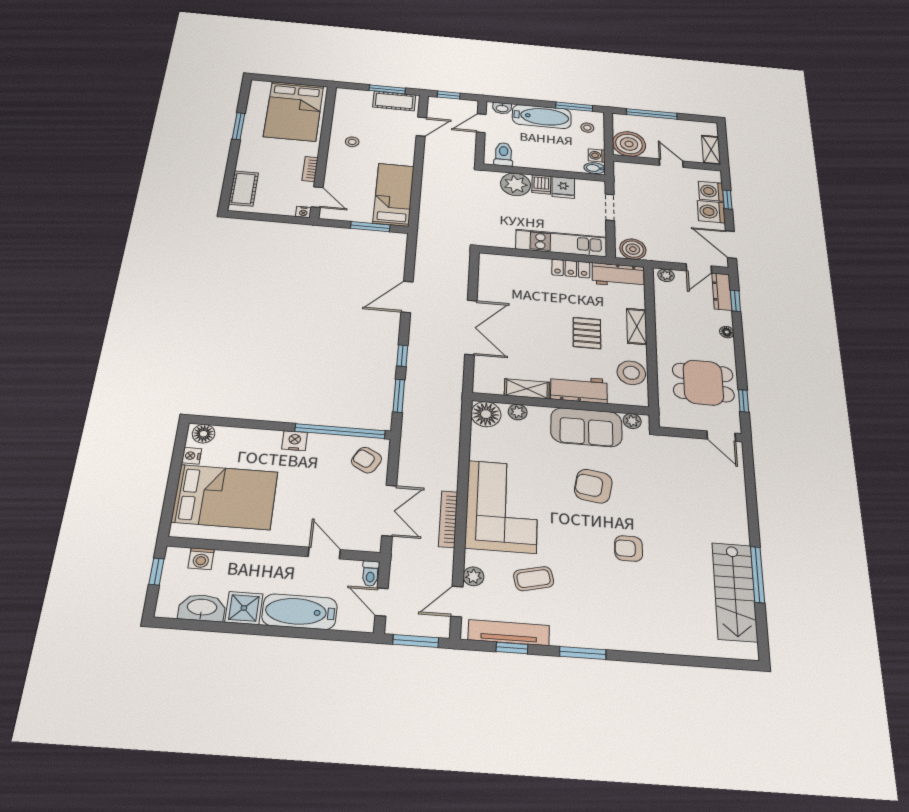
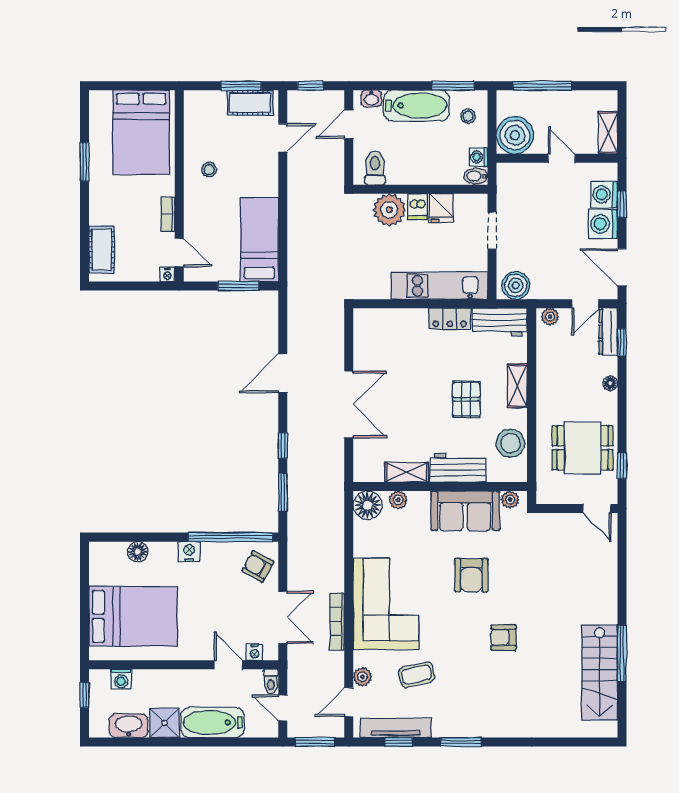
floor lamp: (204, 434) -> (138, 552), moved
nightstand: (192, 456) -> (254, 652), moved, turned -90
armchair: (593, 486) -> (471, 575), turned -99

